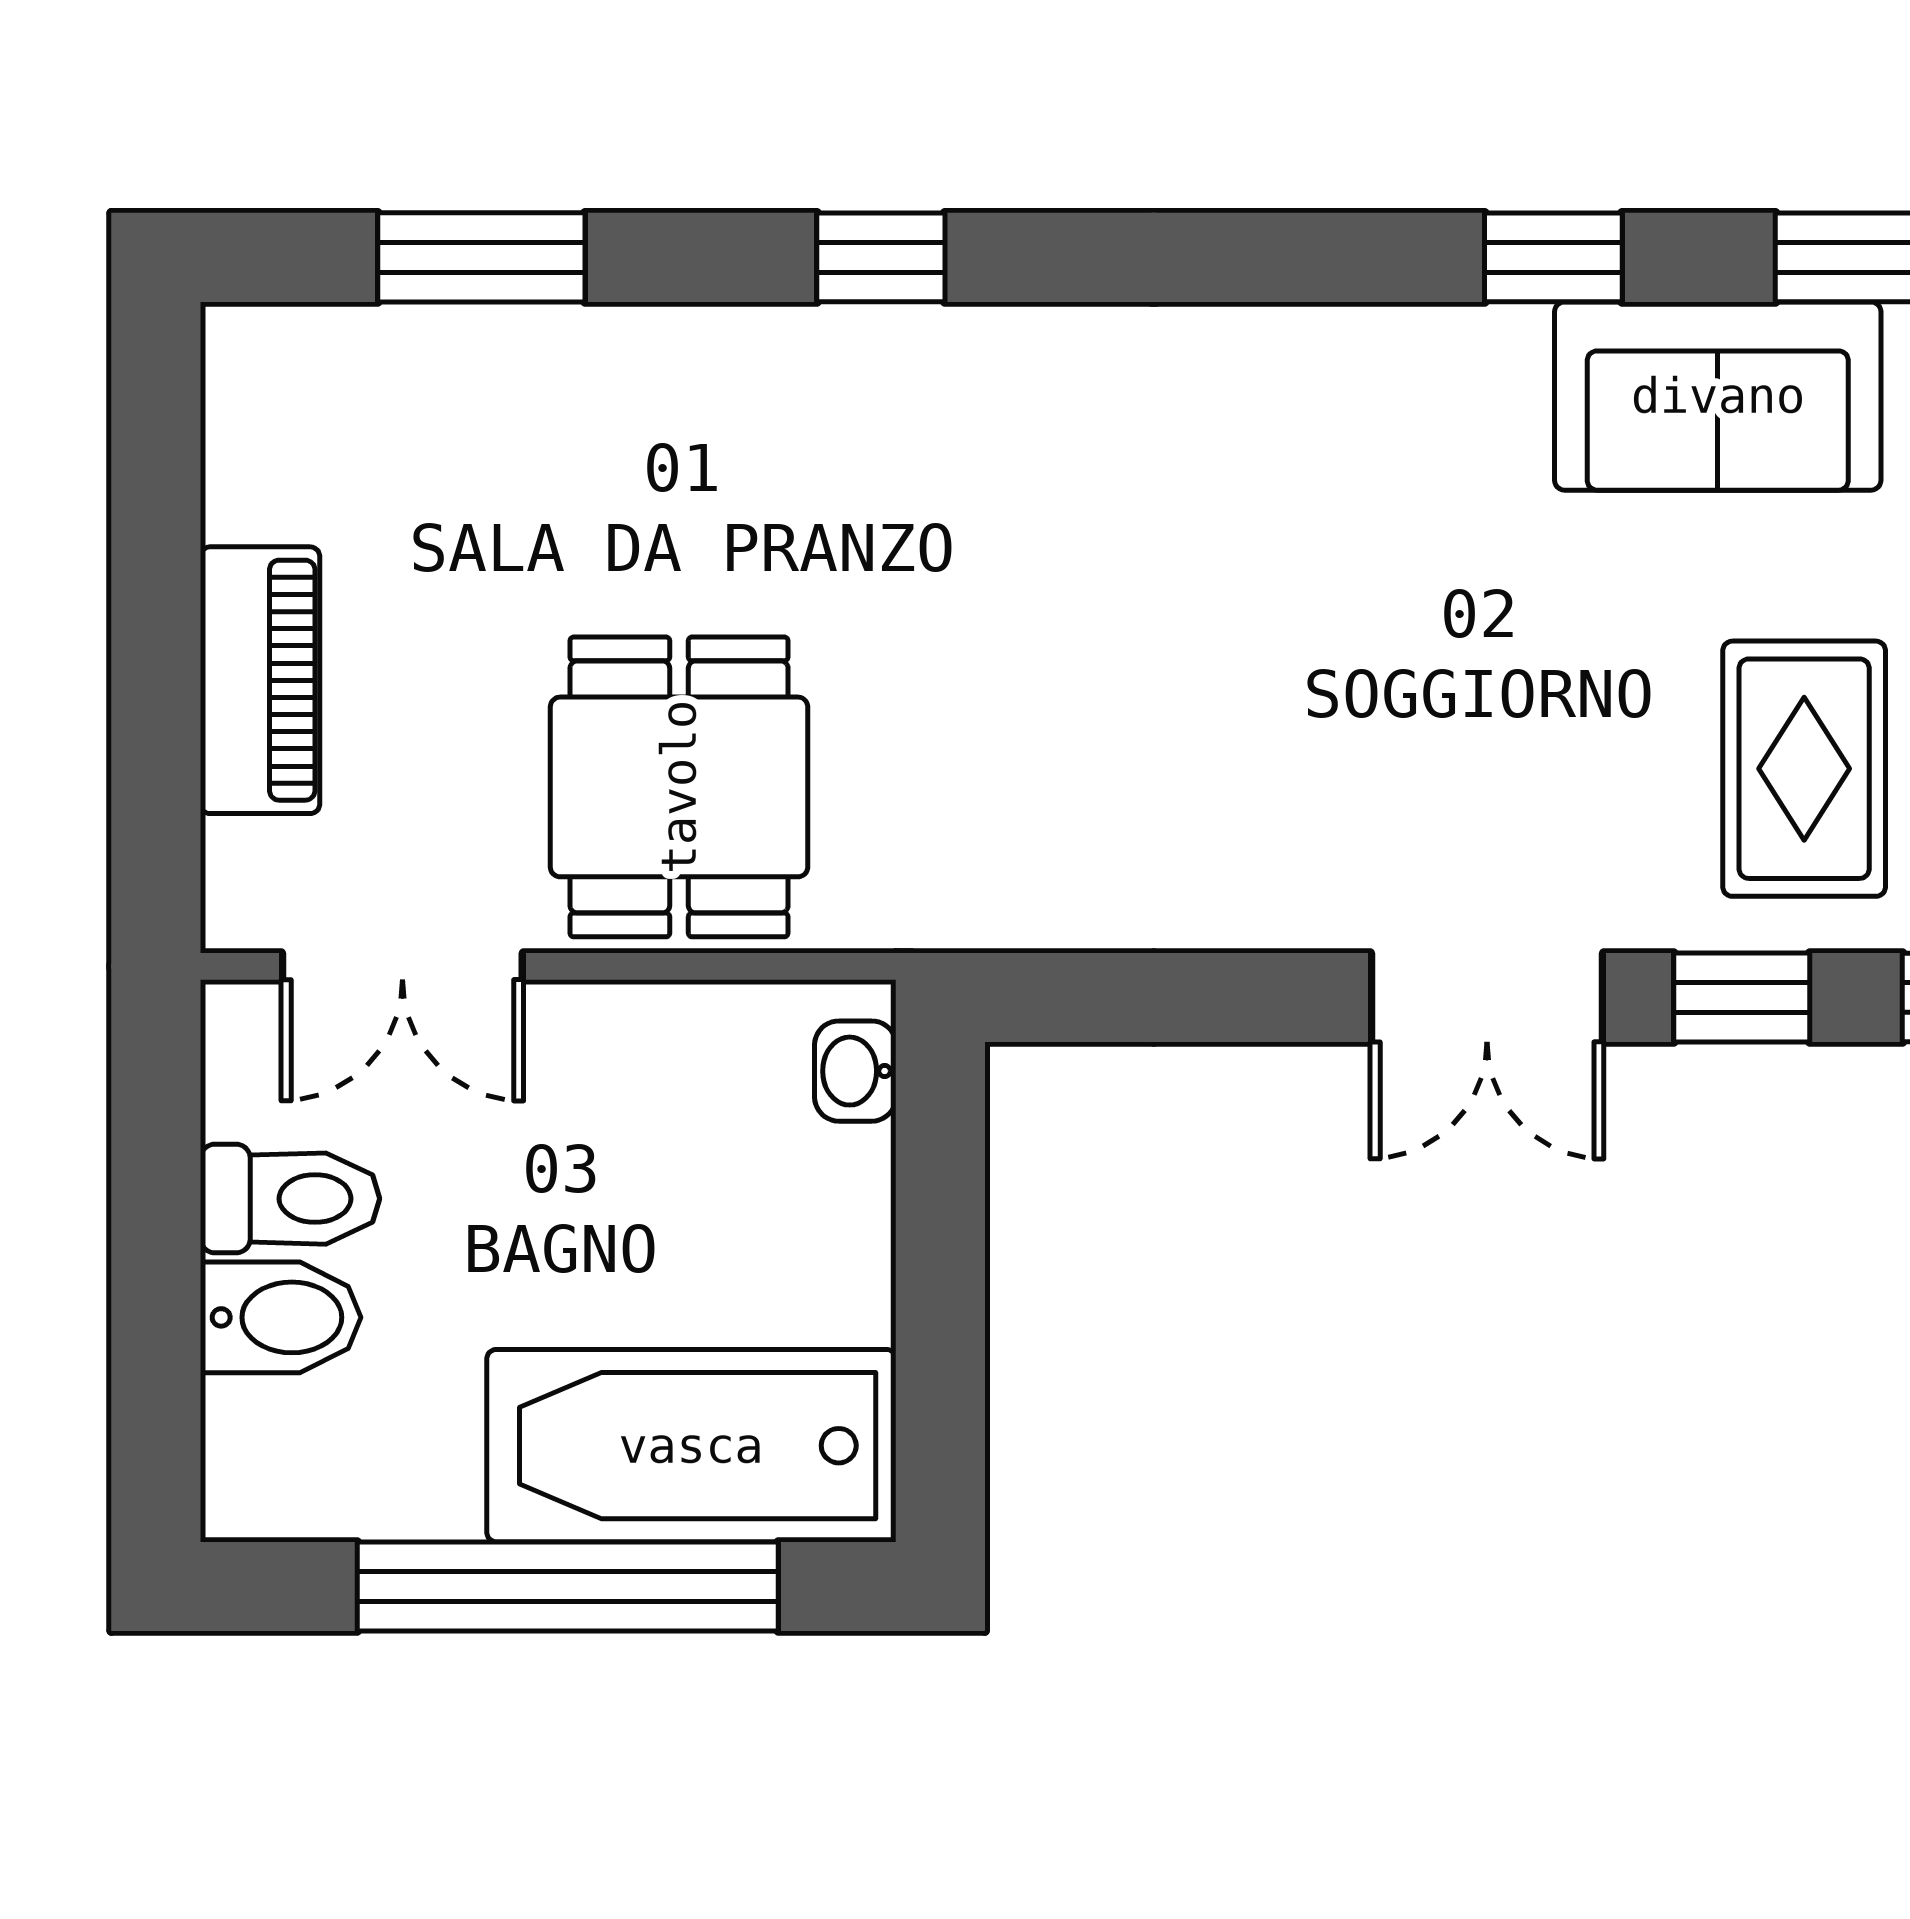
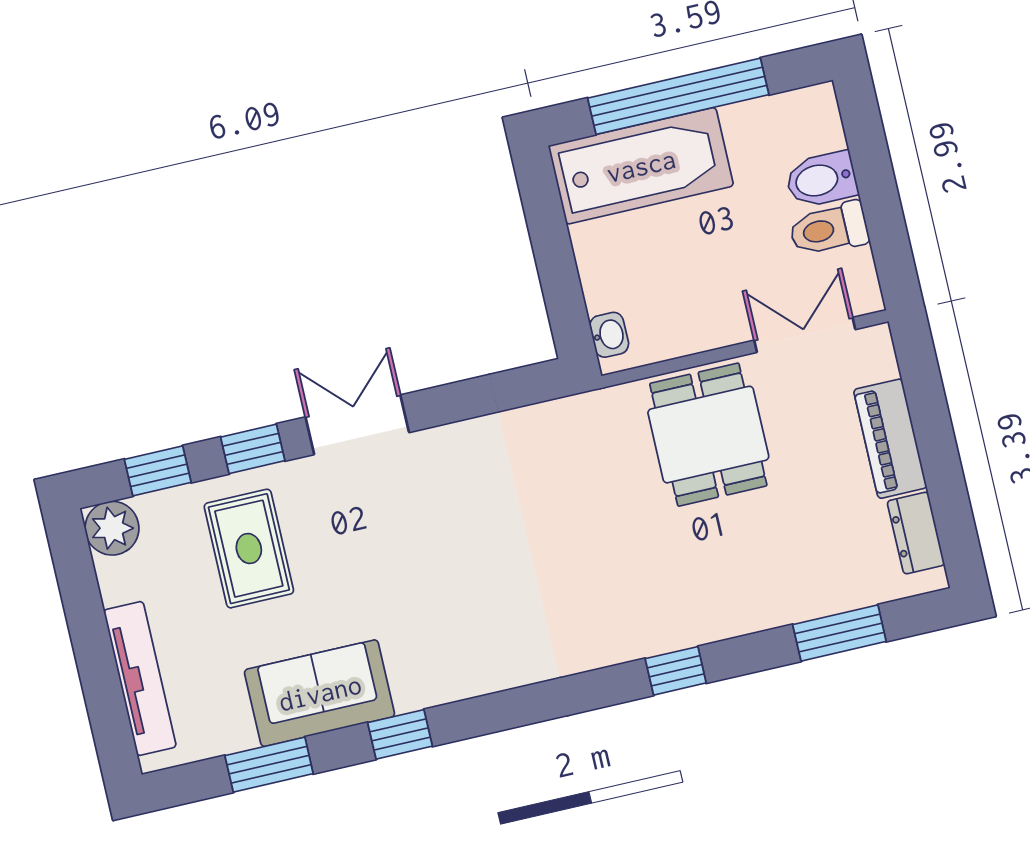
dresser: (251, 448) -> (916, 533), added

